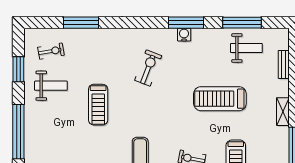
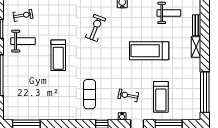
shelving: (283, 112) -> (196, 47), moved

